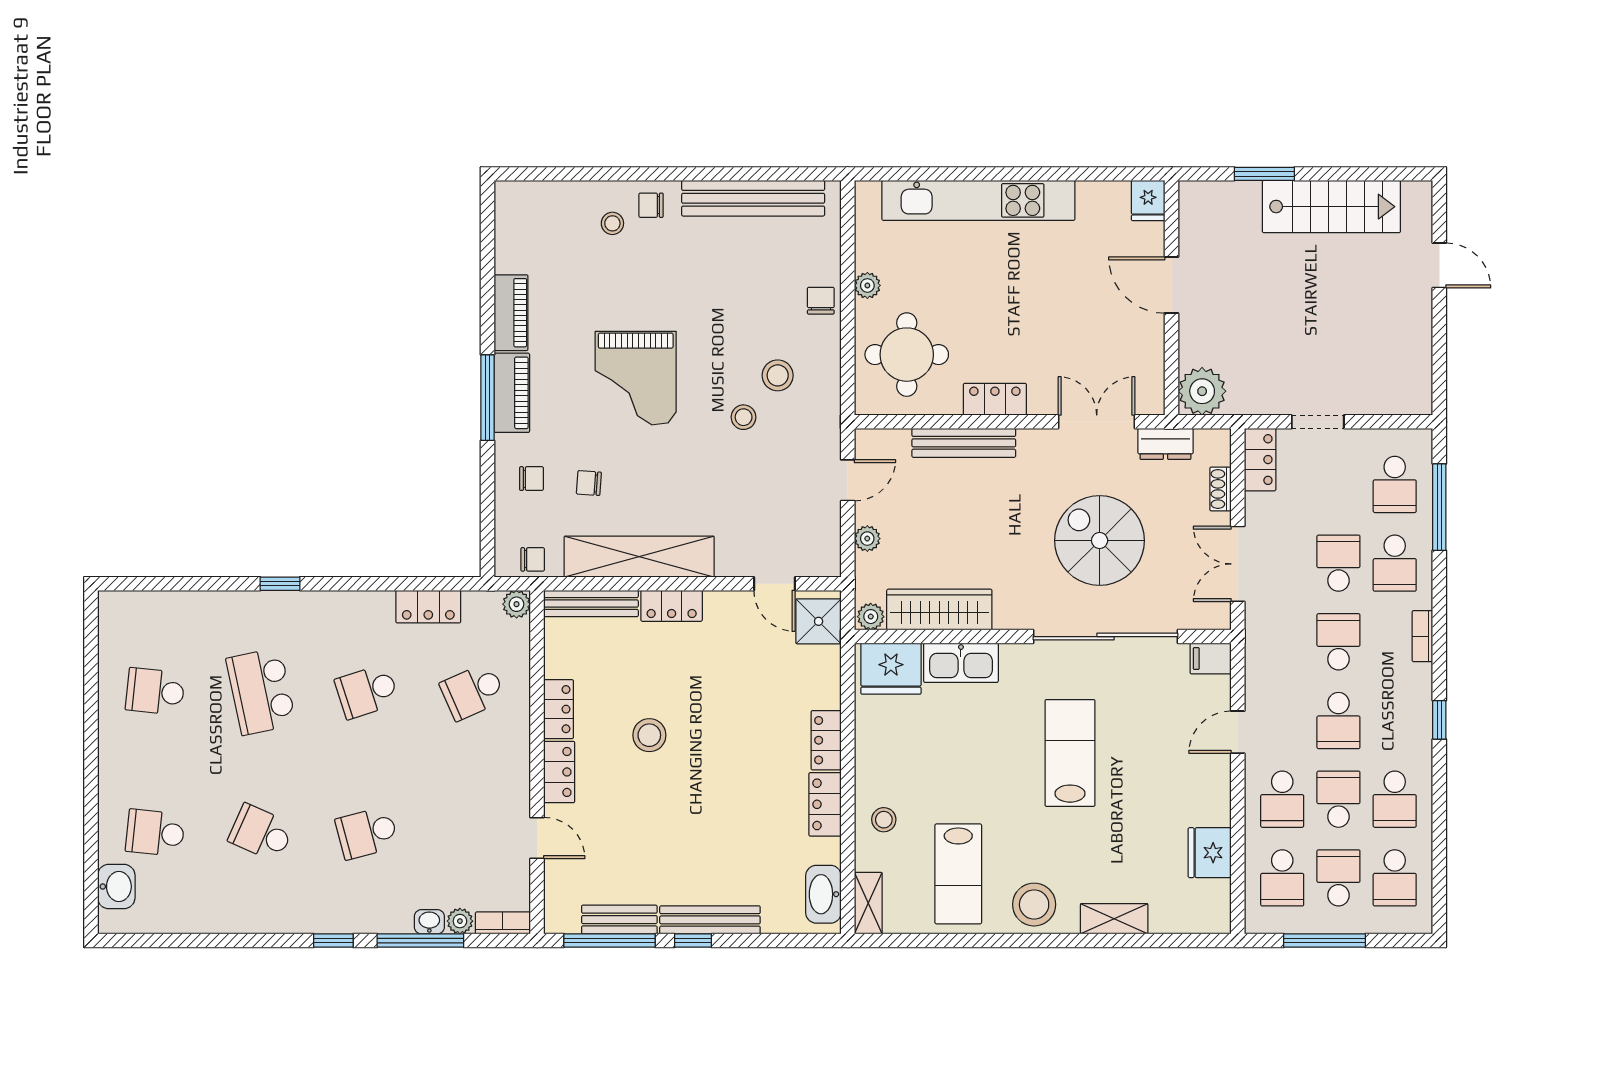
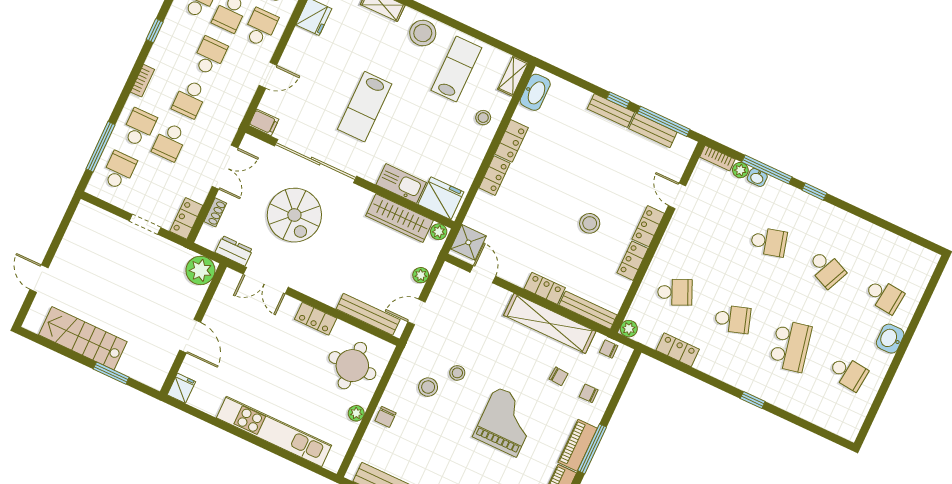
bench: (964, 443) -> (368, 314), moved
washbasin: (116, 887) -> (890, 339), moved
bench: (710, 920) -> (611, 111), width x0.73

